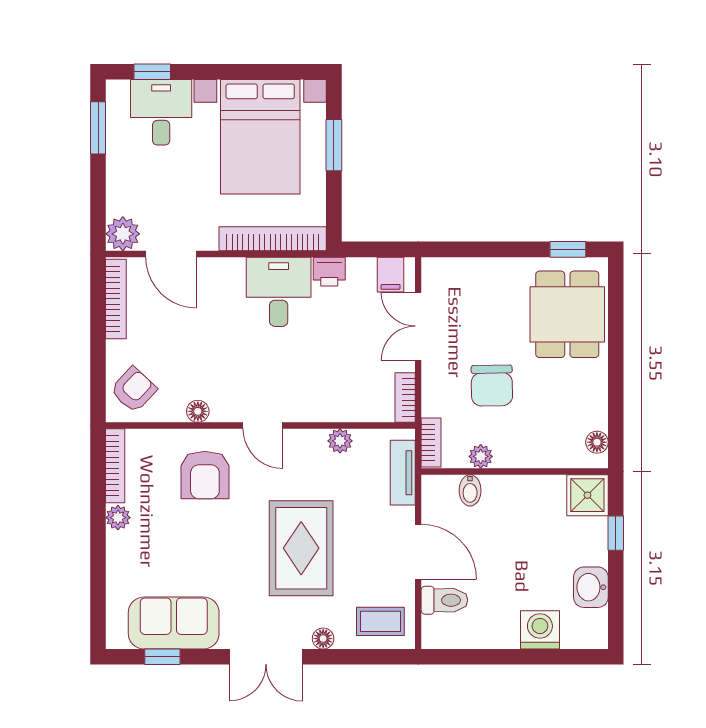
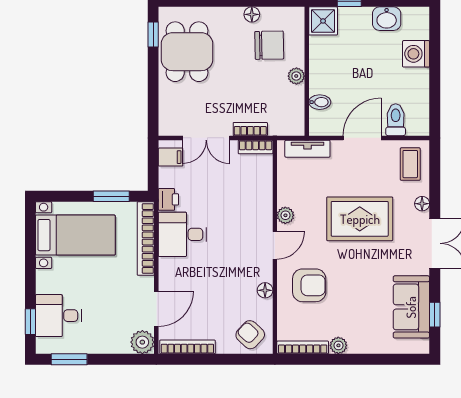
bed with nightstands: (260, 137) -> (75, 235), width x0.73
window: (334, 145) -> (111, 196), moved
dining table: (567, 314) -> (187, 52), moved, turned 90
chair: (492, 386) -> (269, 45), moved
plant: (340, 441) -> (285, 215), moved
bookcase: (431, 442) -> (250, 129), moved
floor lamp: (597, 442) -> (252, 14), moved
plant: (481, 456) -> (296, 76), moved

